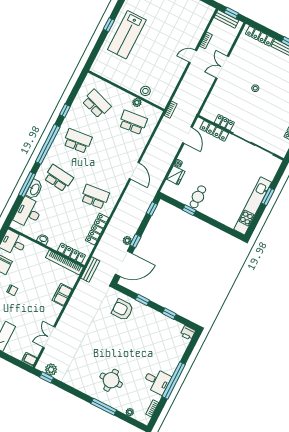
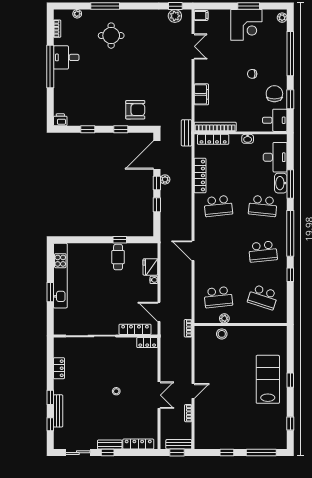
locker: (224, 122) -> (147, 343), moved
window: (152, 209) -> (157, 205), moved

